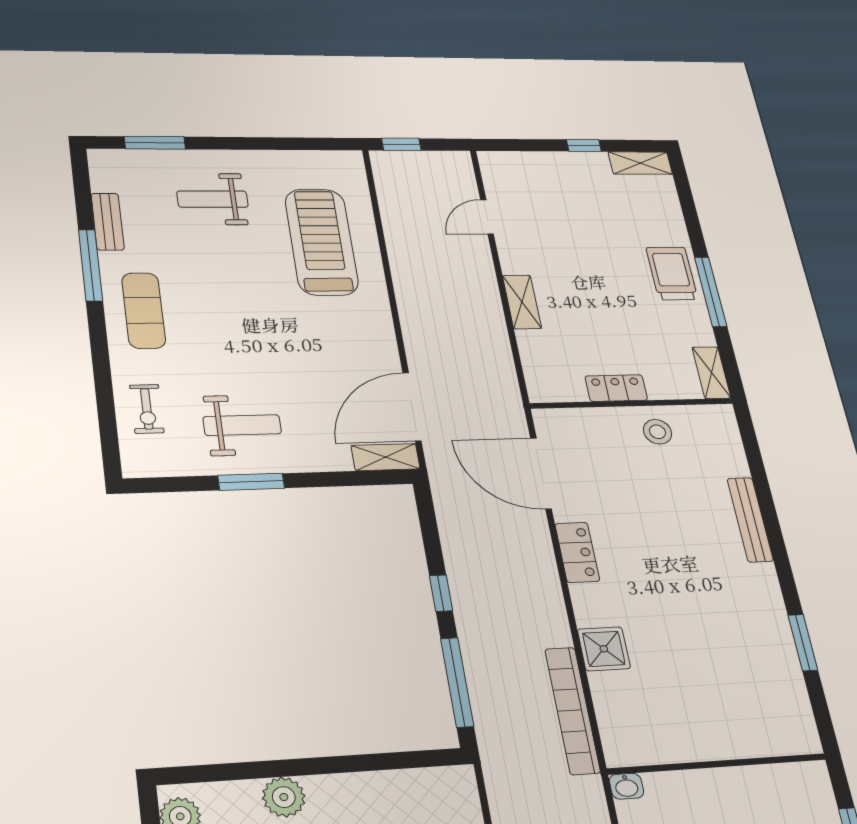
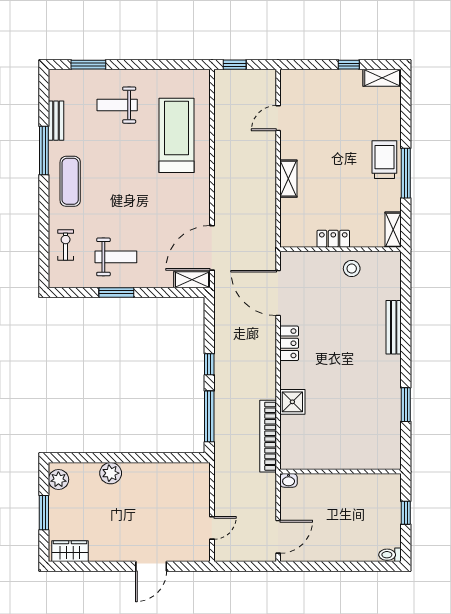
exercise bike: (147, 409) -> (66, 245), turned 180

